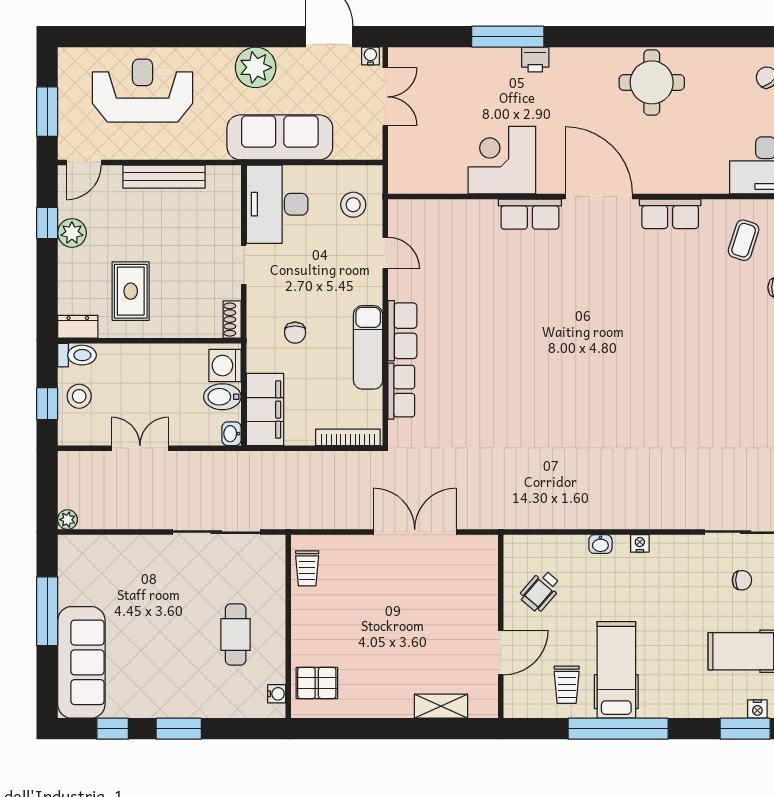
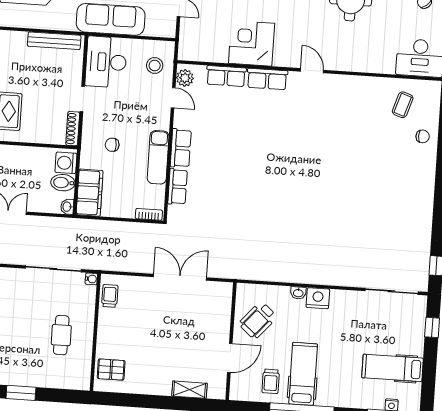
bench: (164, 177) -> (54, 41), moved
door: (599, 197) -> (312, 71), width x0.53
row of seats: (670, 214) -> (226, 76), moved
plant: (402, 221) -> (185, 78), added
shoe rack: (232, 320) -> (73, 129), width x1.43
chair: (295, 333) -> (112, 145), turned 90
bookcase: (348, 437) -> (149, 214), width x0.64
nightstand: (640, 543) -> (318, 298), width x1.89, depth x1.79
trolley: (307, 568) -> (110, 296), turned 180
chair: (742, 580) -> (387, 322), removed
wheelchair: (540, 591) -> (258, 320), width x1.36, depth x1.37
water cooler: (277, 694) -> (91, 279), moved

